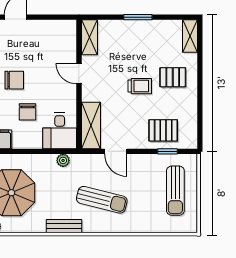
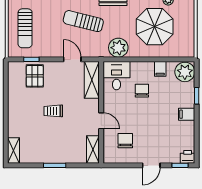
pallet: (173, 77) -> (27, 118), removed
chair: (14, 80) -> (125, 141), moved, turned 90
pallet: (163, 130) -> (35, 76), turned 90
plant: (63, 160) -> (118, 48), width x1.87, depth x1.87
sun lounger: (175, 191) -> (25, 28), turned 180

